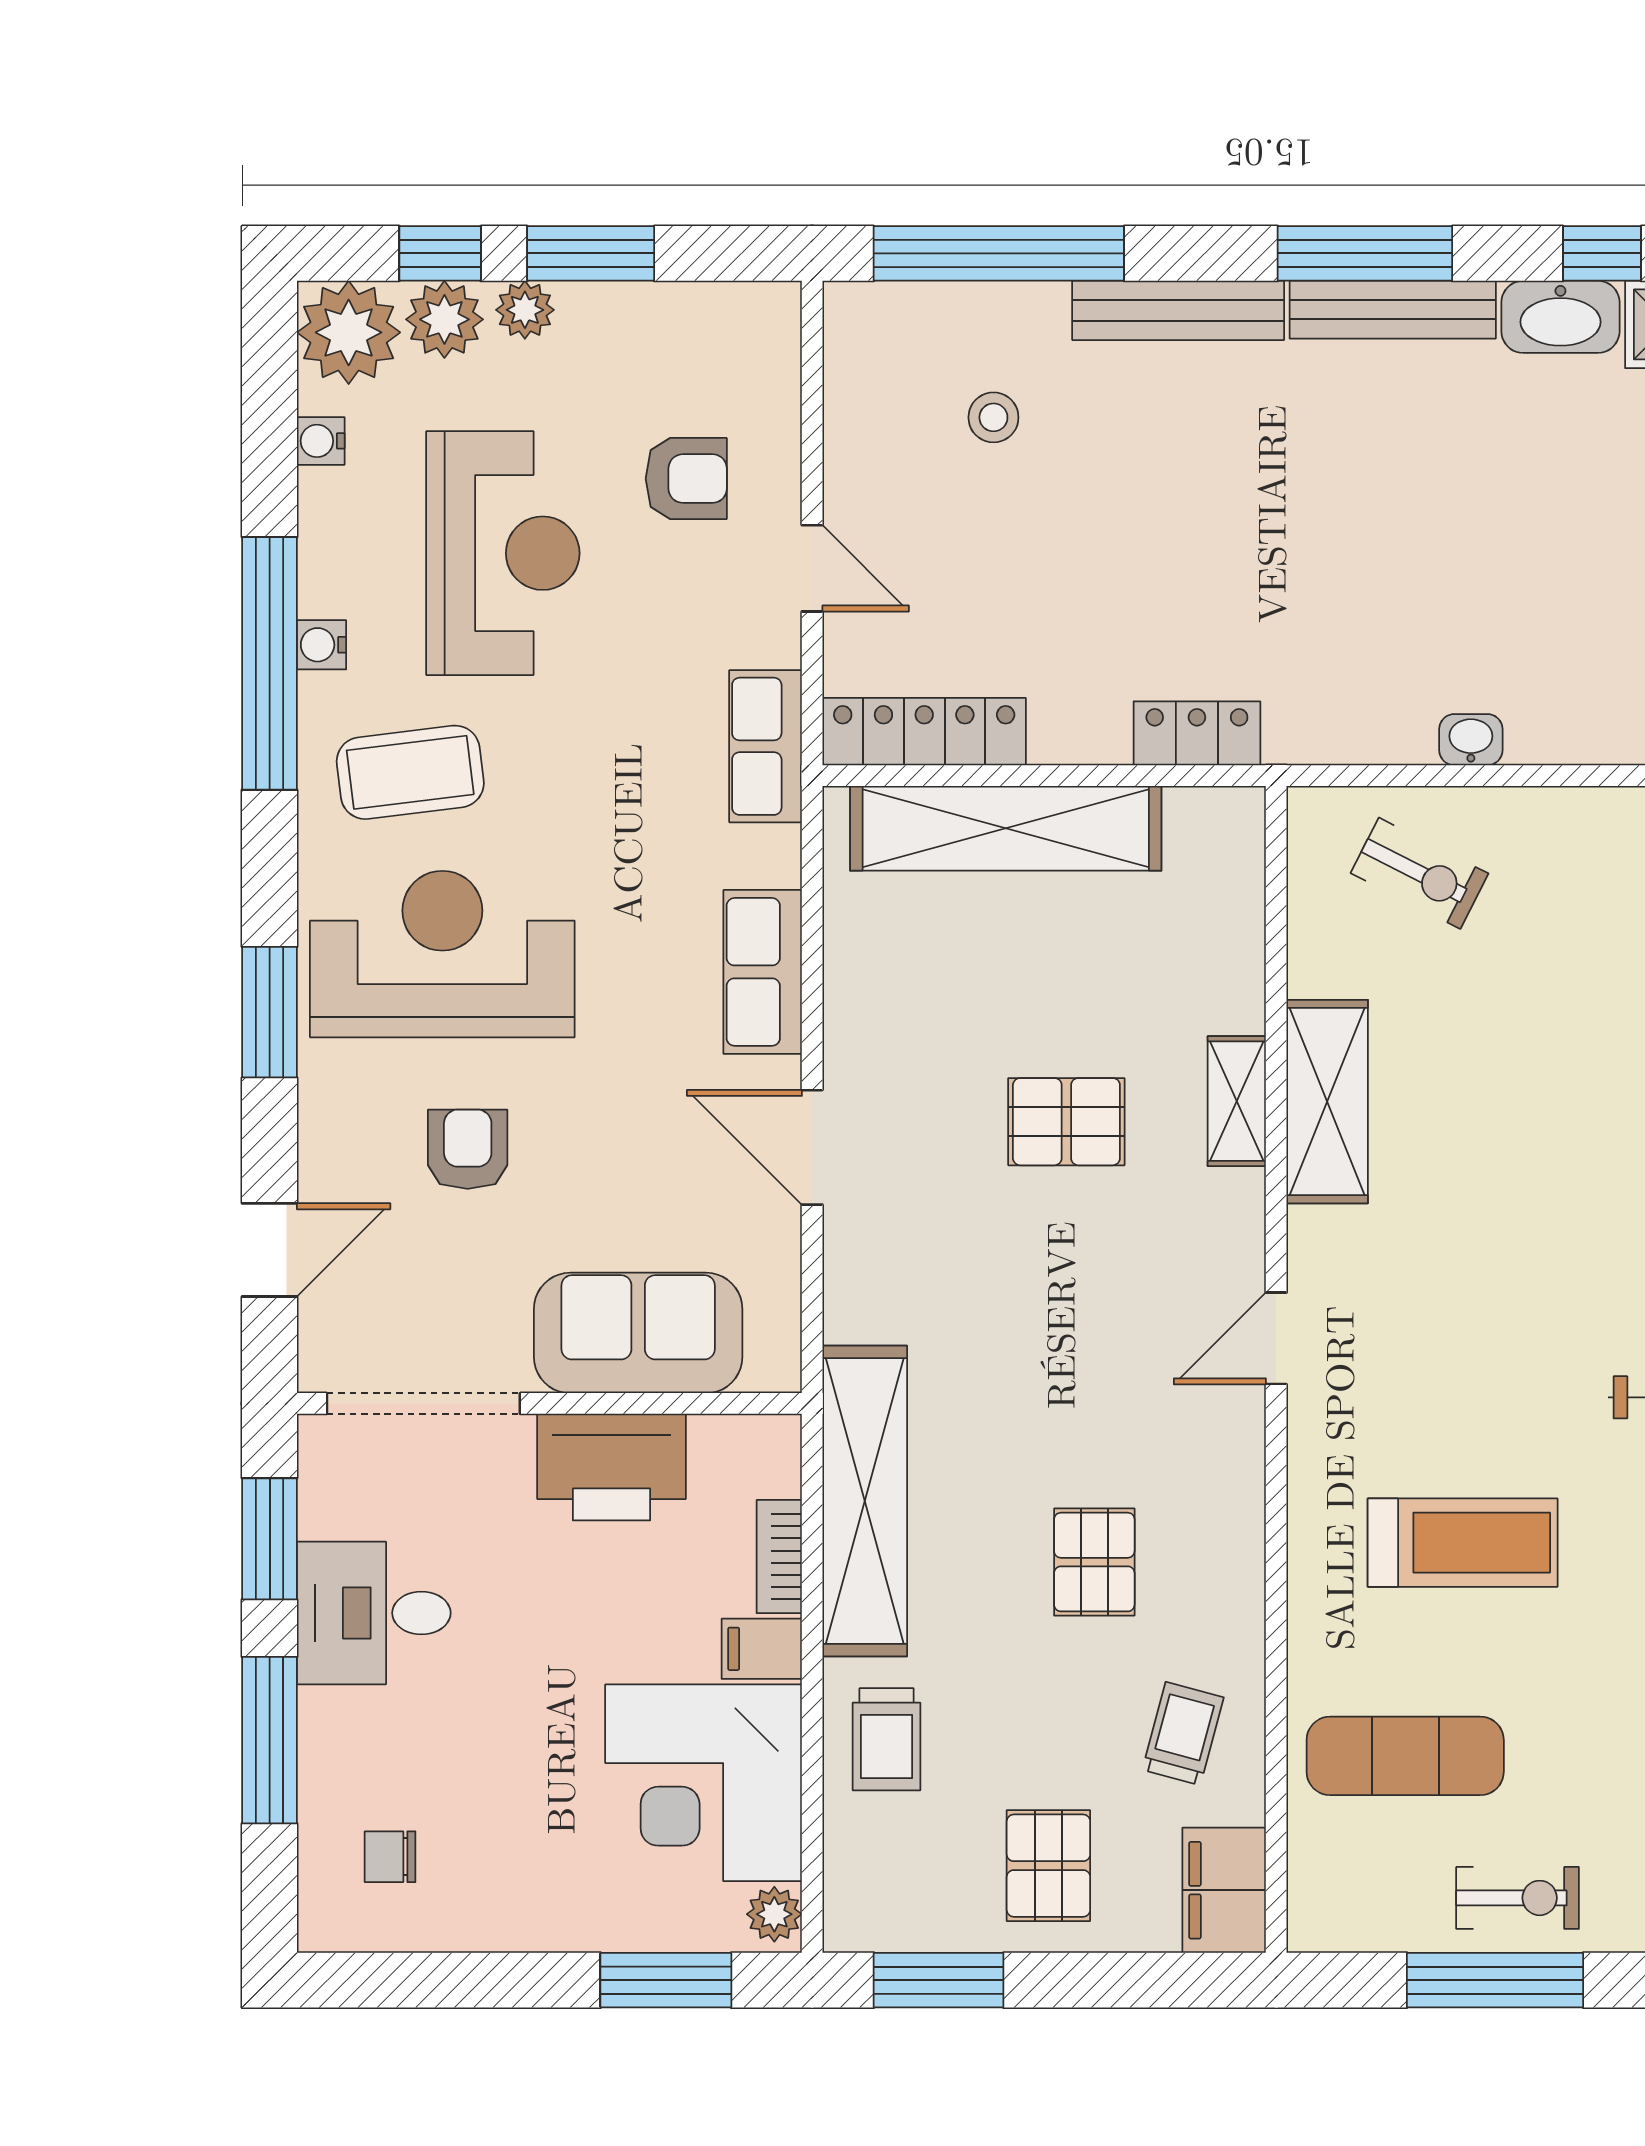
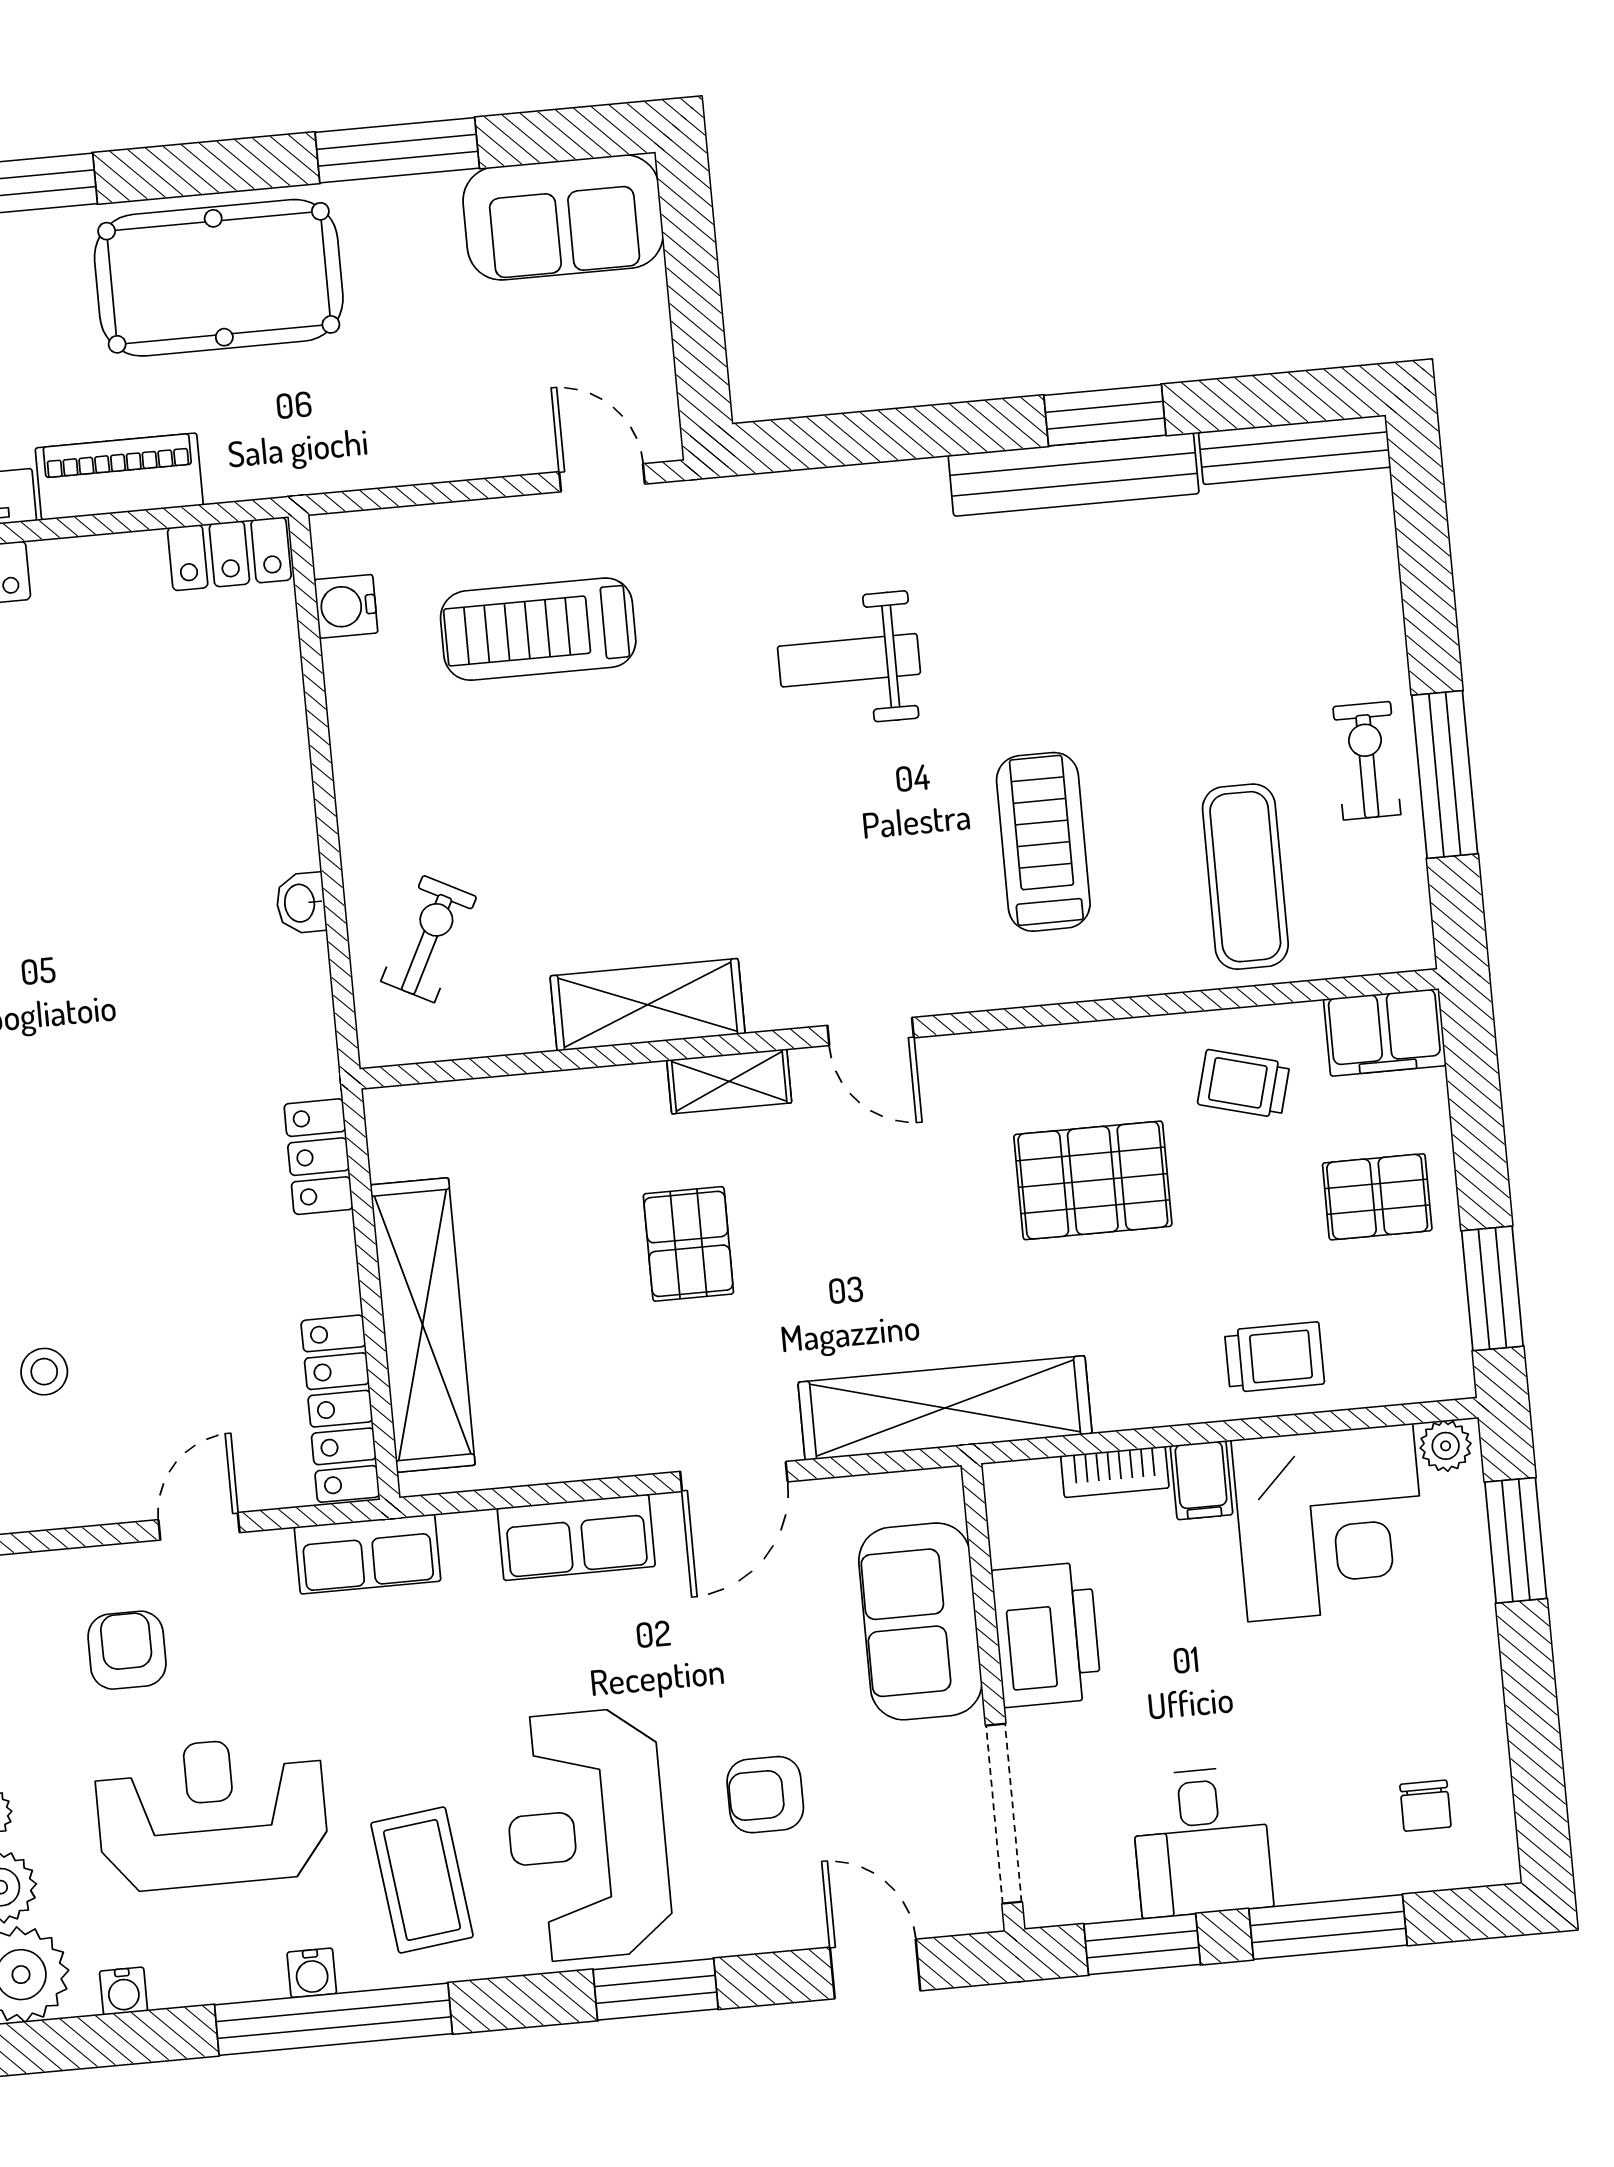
shelving: (1237, 1101) -> (729, 1081), moved
shelving: (865, 1501) -> (945, 1408), moved
pallet: (1094, 1562) -> (1093, 1180), width x1.50, depth x1.42

